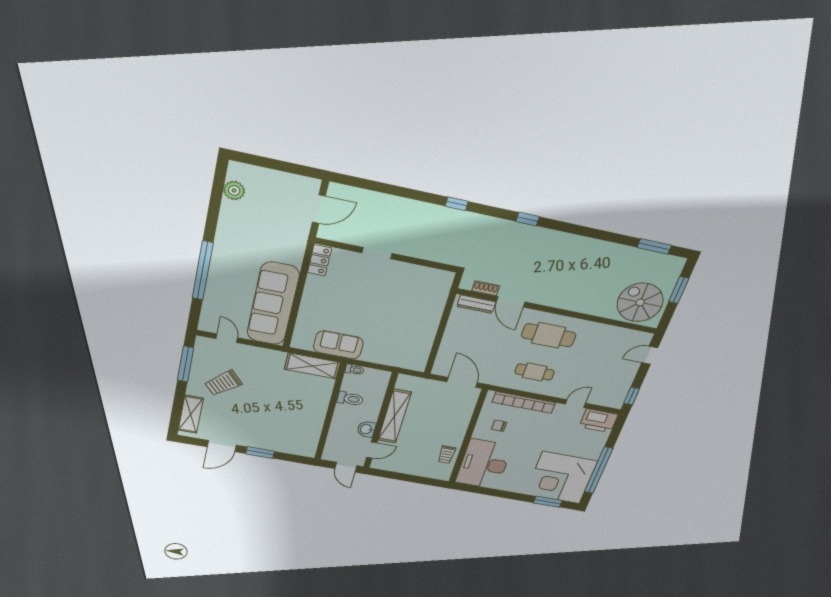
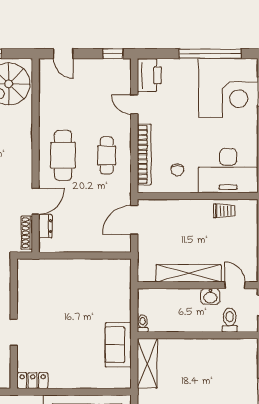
shoe rack: (486, 288) -> (27, 233), width x1.43
dresser: (476, 304) -> (45, 226), width x0.70
toilet: (350, 399) -> (230, 320), moved

